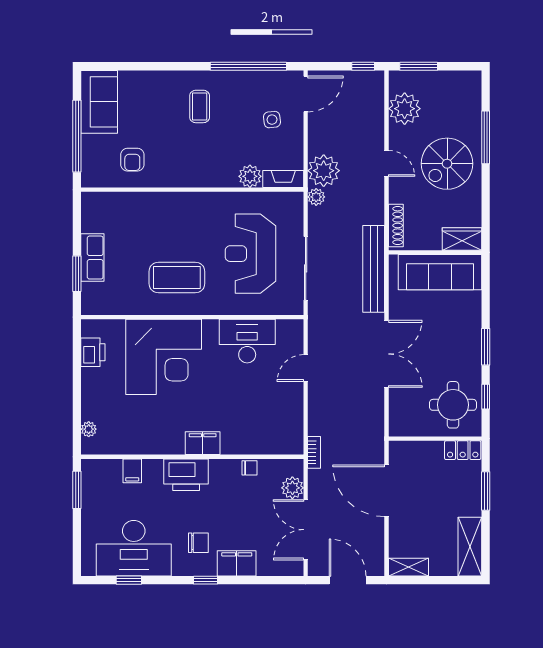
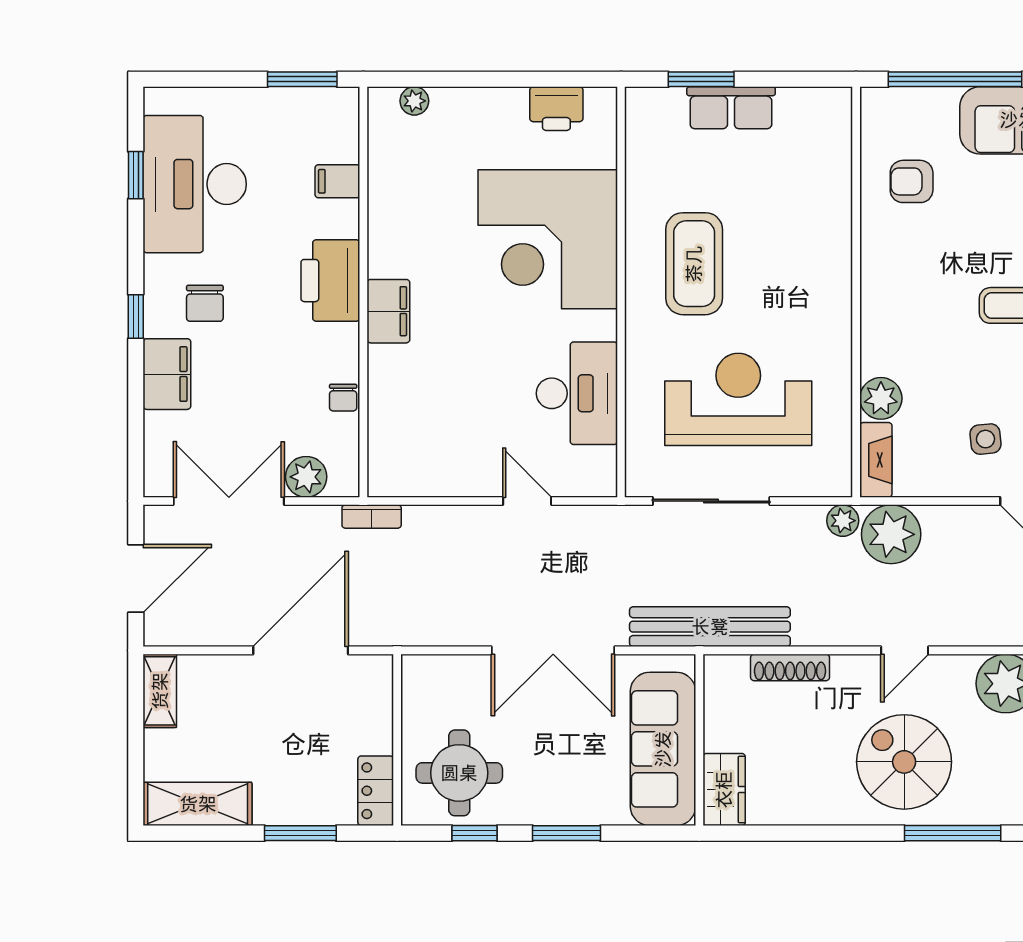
wardrobe: (462, 239) -> (724, 790), moved
wall: (435, 252) -> (699, 740), moved
sofa: (440, 272) -> (663, 749), moved

